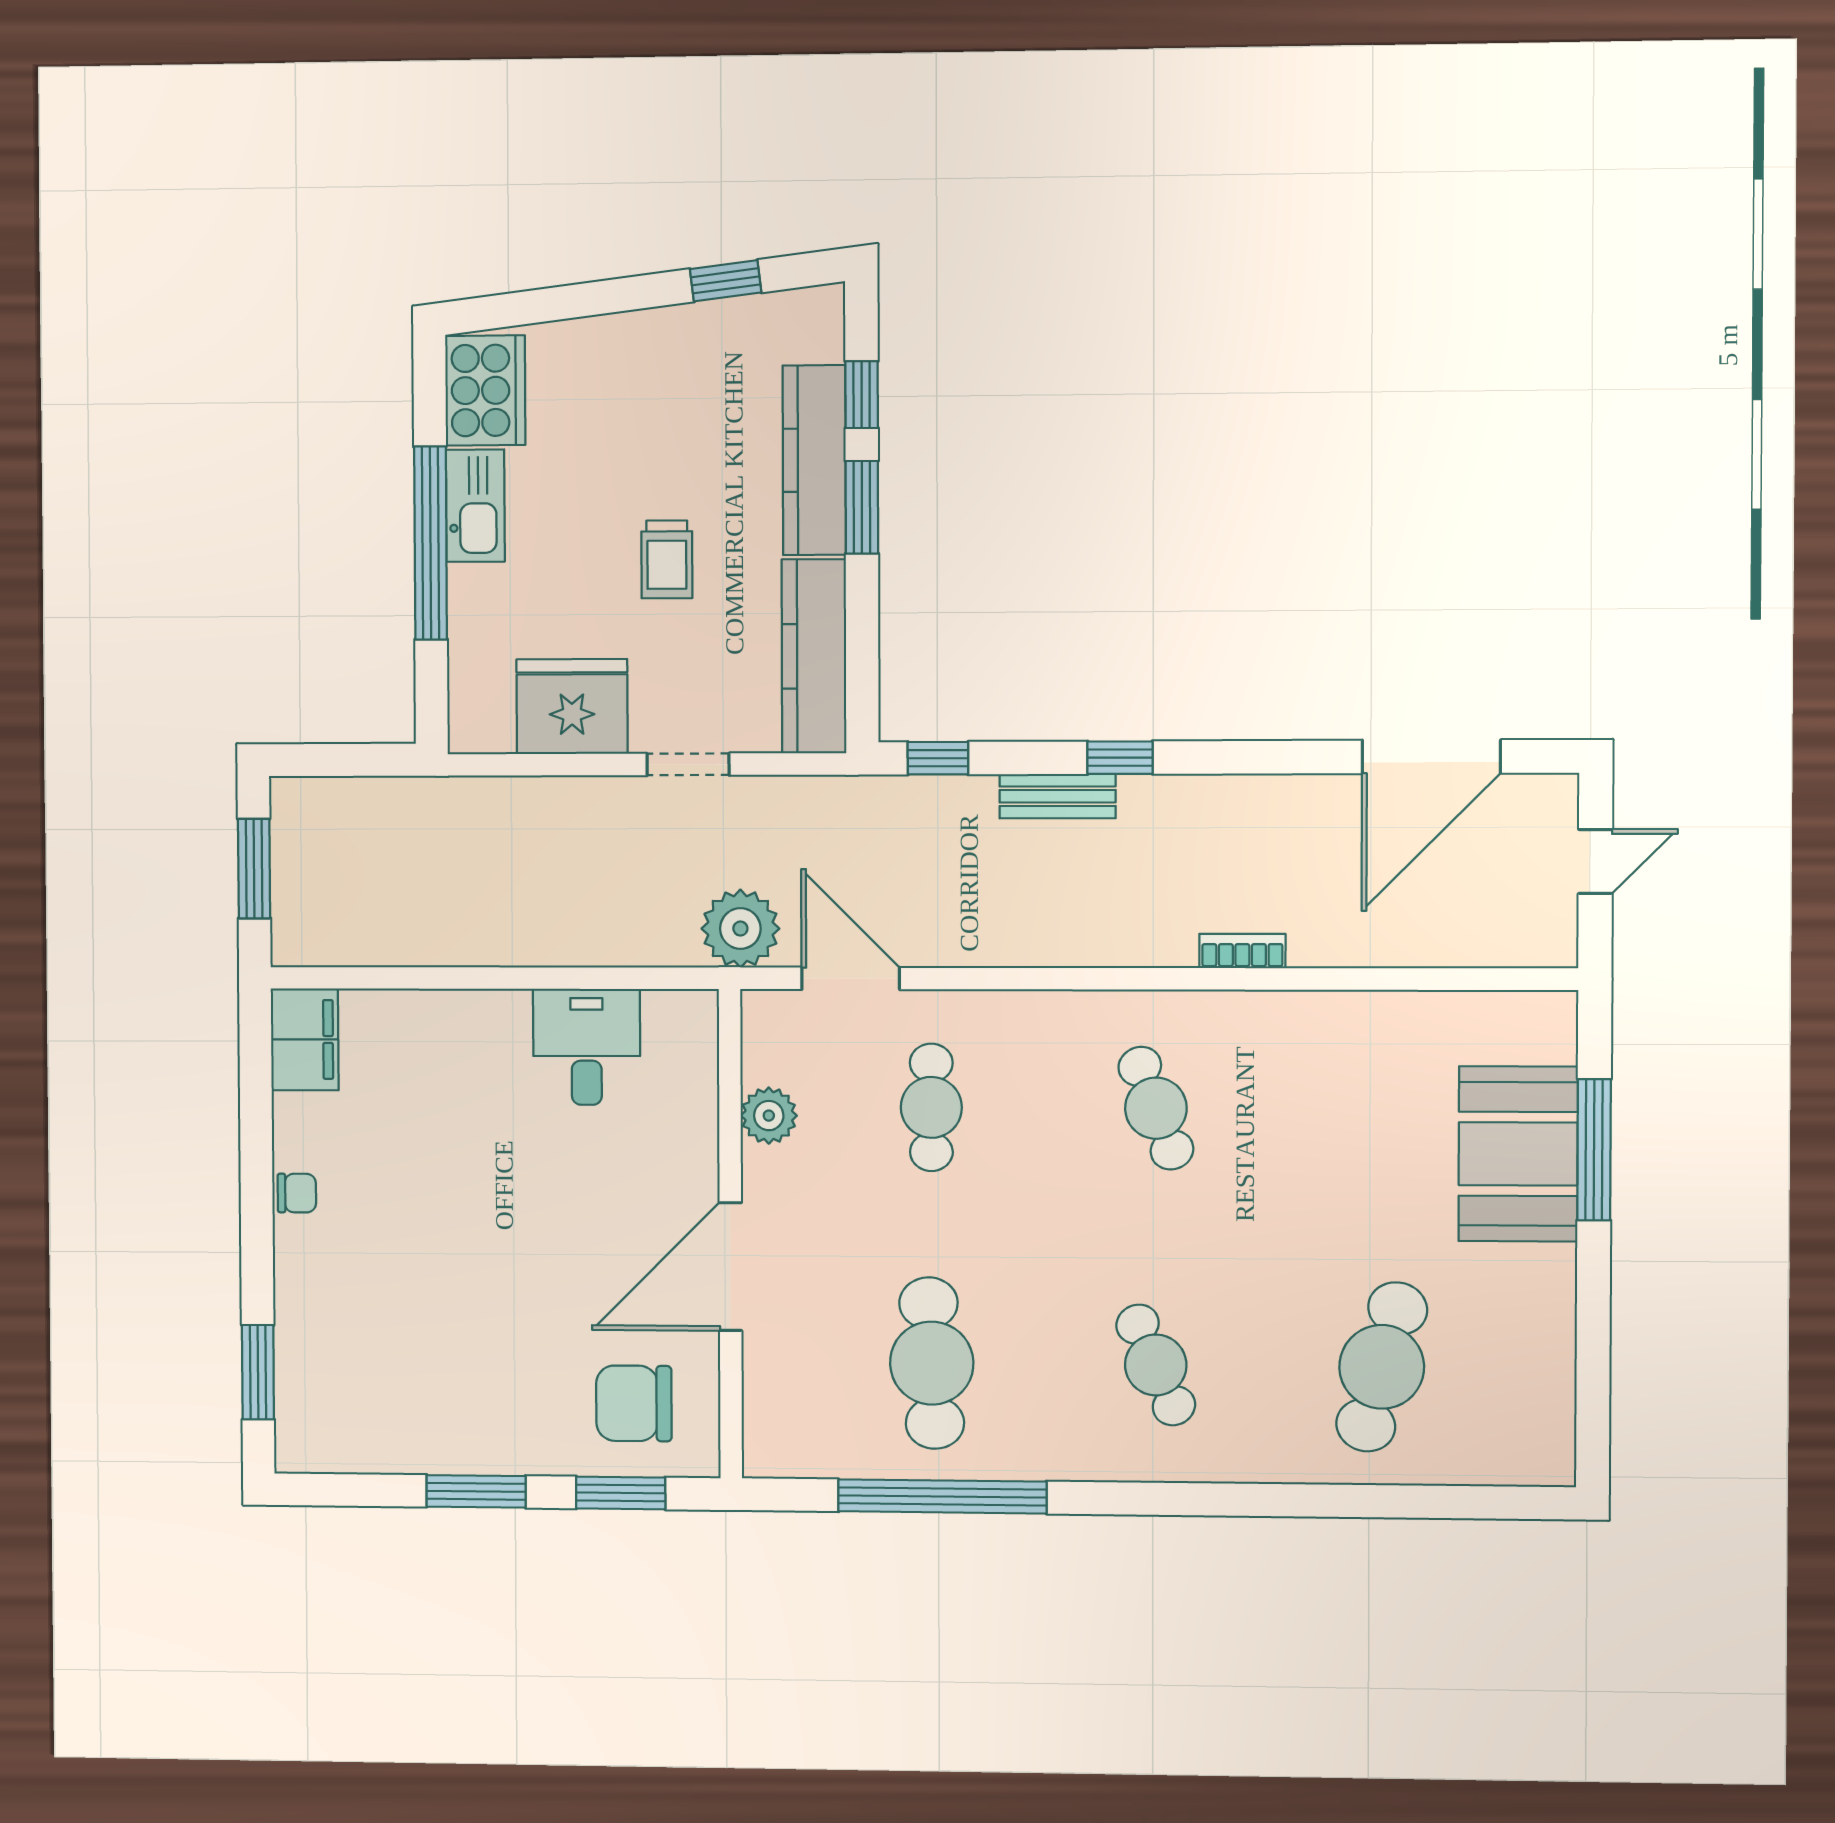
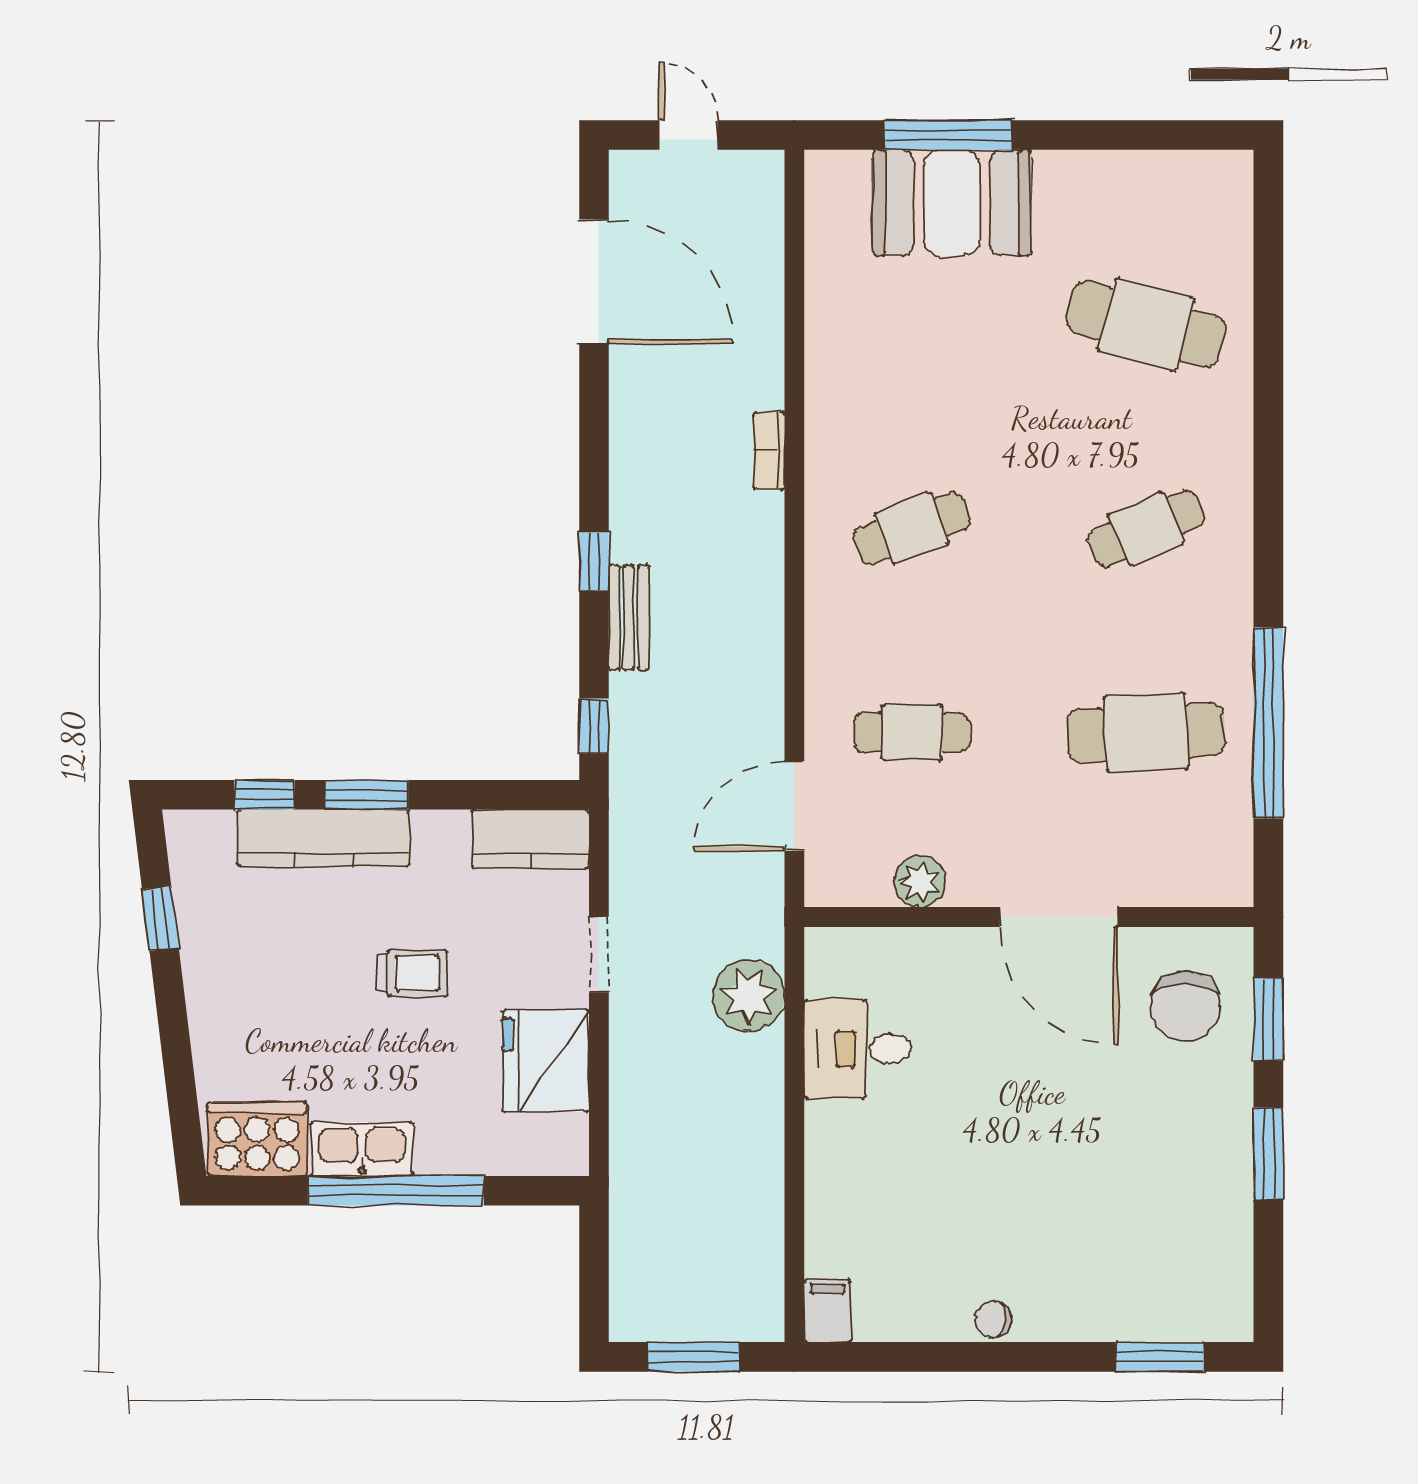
kitchen counter: (814, 656) -> (530, 839), width x0.67
plant: (740, 929) -> (749, 996), moved
filing cabinet: (305, 1039) -> (828, 1311), width x0.50
chair: (297, 1193) -> (993, 1319), turned -90

